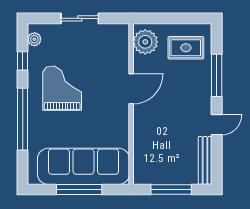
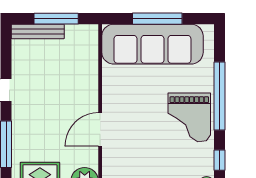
grand piano: (62, 88) -> (189, 117), moved
bench: (205, 160) -> (38, 31), moved, turned 90

